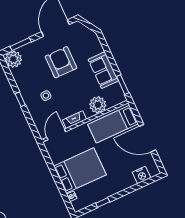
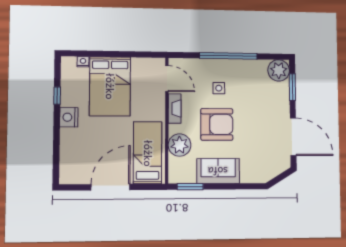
armchair: (61, 62) -> (217, 124), moved
window: (20, 99) -> (228, 56), width x3.17
nightstand: (142, 175) -> (69, 117), moved

